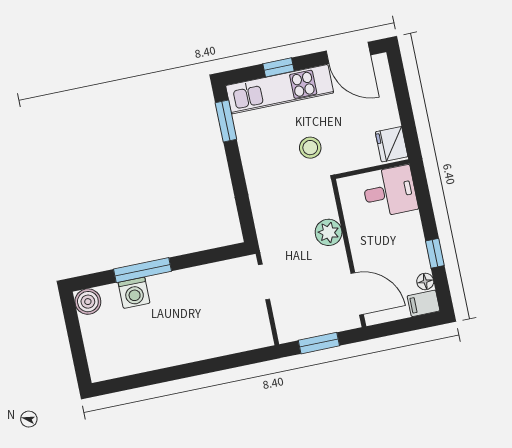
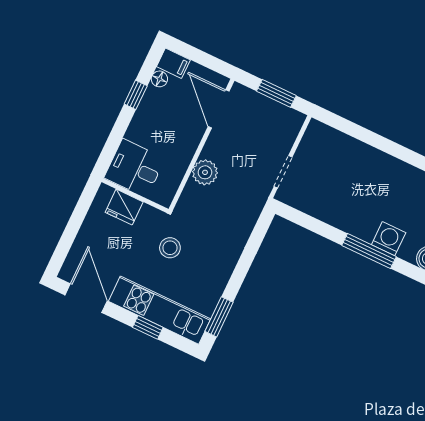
fridge: (392, 144) -> (124, 207), moved, turned 90

